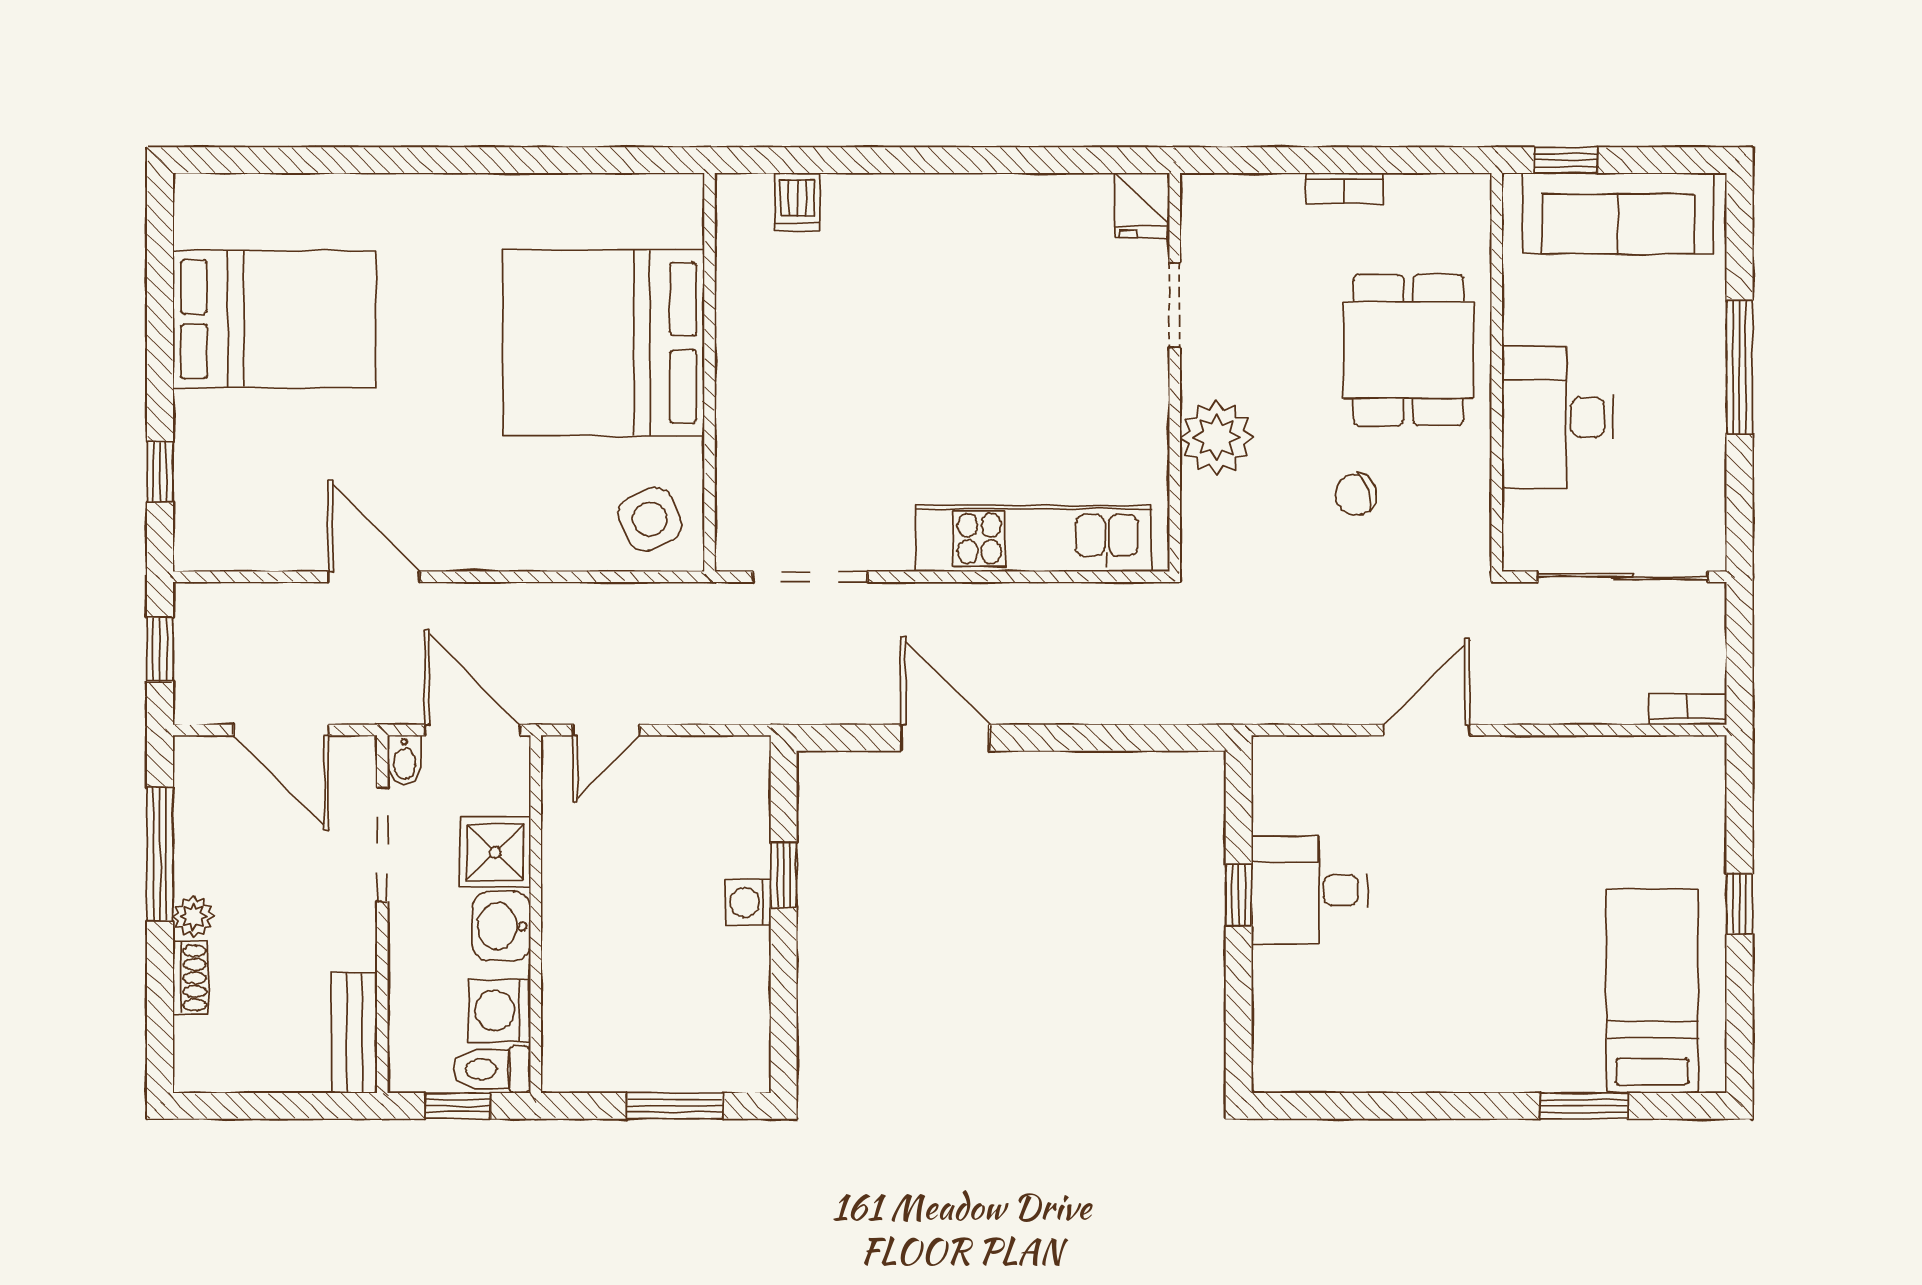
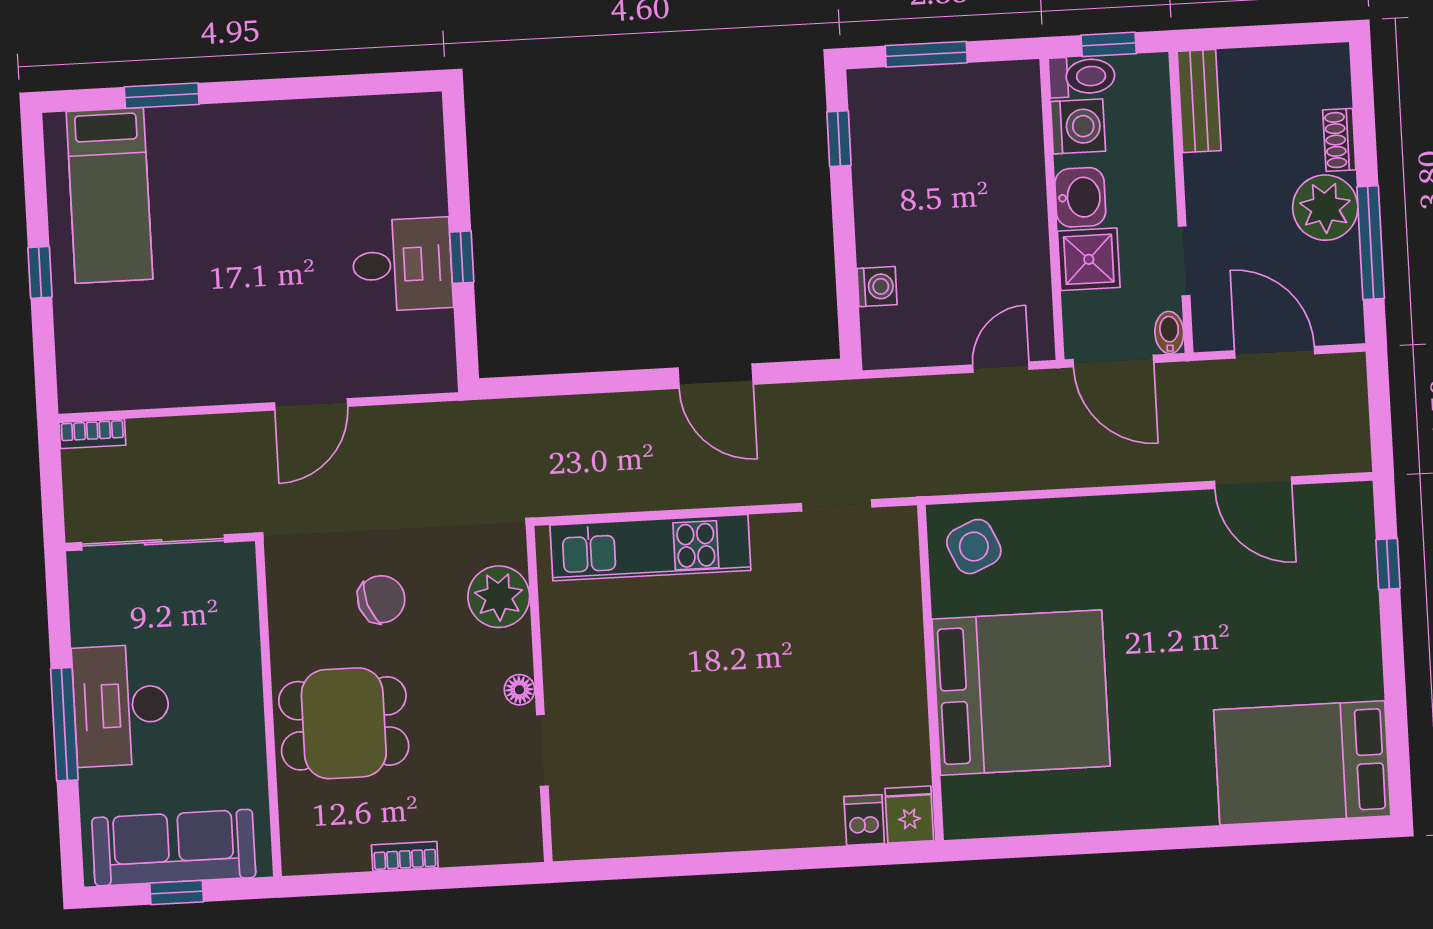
window: (1566, 160) -> (177, 892), moved
fridge: (1142, 205) -> (909, 815), moved
bed: (274, 319) -> (1302, 763), moved
dining table: (1408, 350) -> (344, 723), turned 90
floor lamp: (1198, 378) -> (519, 690), added
desk: (1558, 417) -> (121, 705), moved, turned 180
plant: (1216, 437) -> (499, 597), moved
chair: (1356, 495) -> (381, 599), width x1.37, depth x1.37
door: (374, 577) -> (1253, 483), moved
doorway: (810, 577) -> (837, 505), width x0.73
window: (160, 649) -> (1380, 415), removed
doorway: (382, 844) -> (1184, 261), width x0.73
window: (784, 875) -> (839, 139), moved
washing machine: (748, 902) -> (877, 287), moved
plant: (193, 916) -> (1325, 208), width x1.88, depth x1.88

